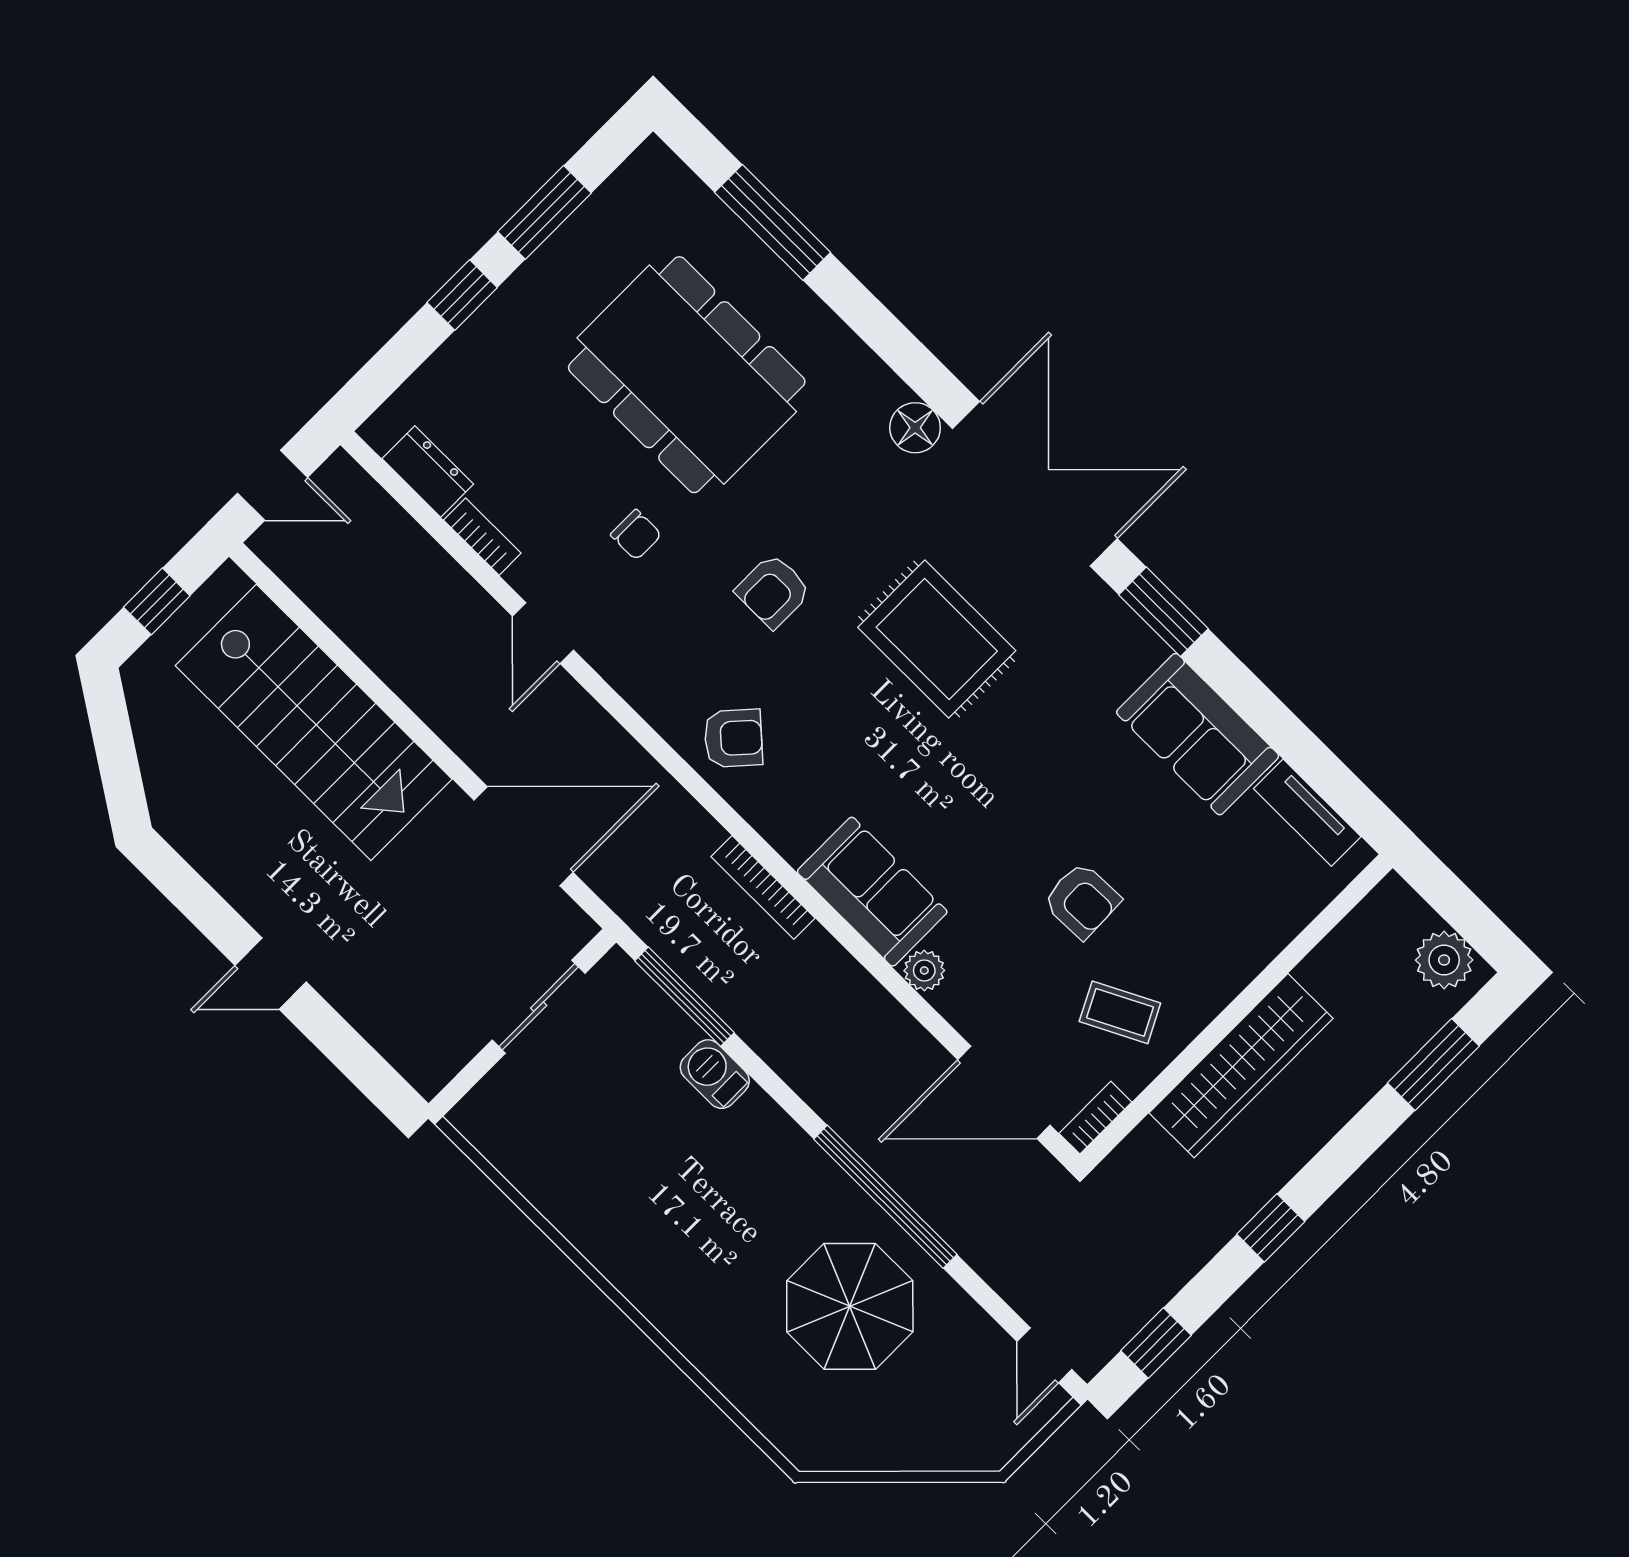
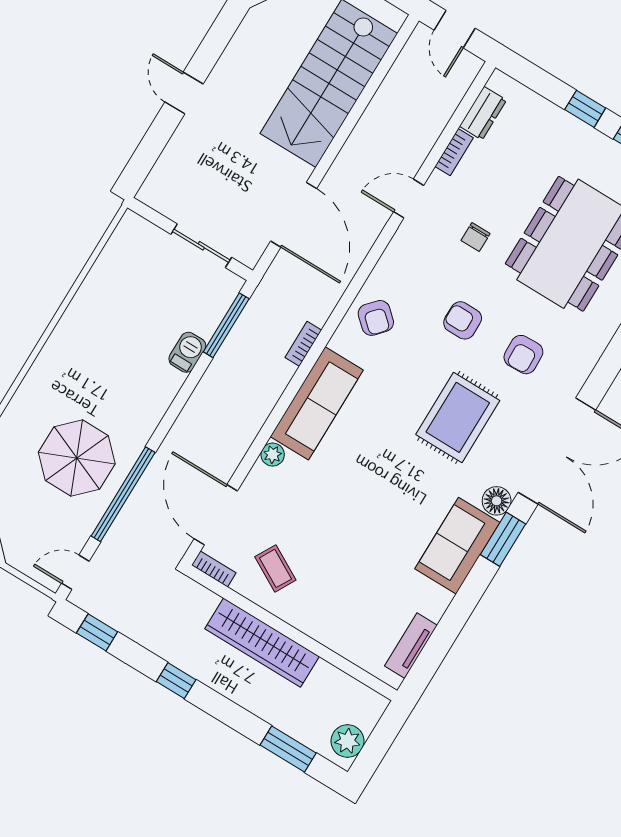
floor lamp: (915, 428) -> (497, 501), moved
sofa: (1198, 734) -> (457, 546), moved
bookcase: (763, 887) -> (303, 344), width x0.64
sofa: (872, 892) -> (317, 403), width x1.36
armchair: (1082, 901) -> (523, 355), moved
coffee table: (1120, 1012) -> (275, 568), turned -34
window: (885, 1197) -> (123, 494), moved

